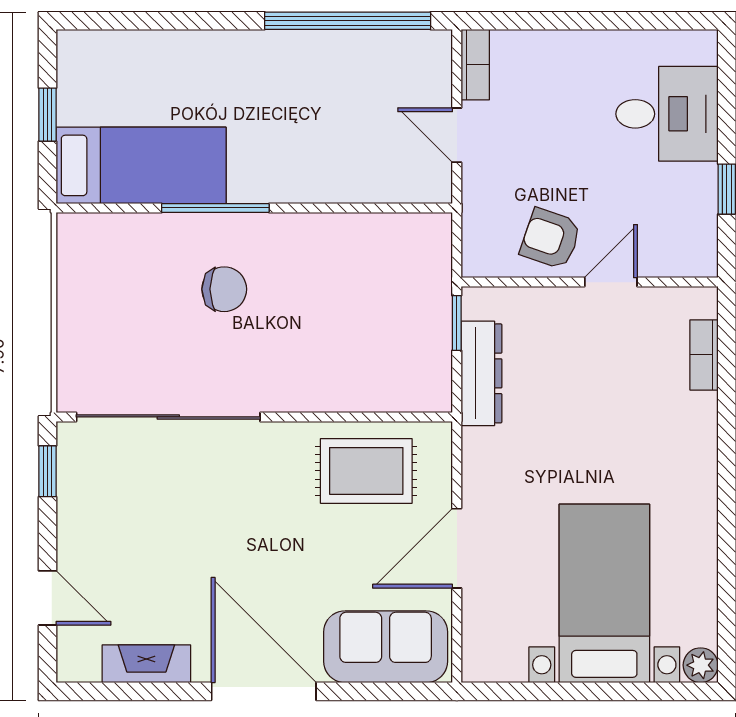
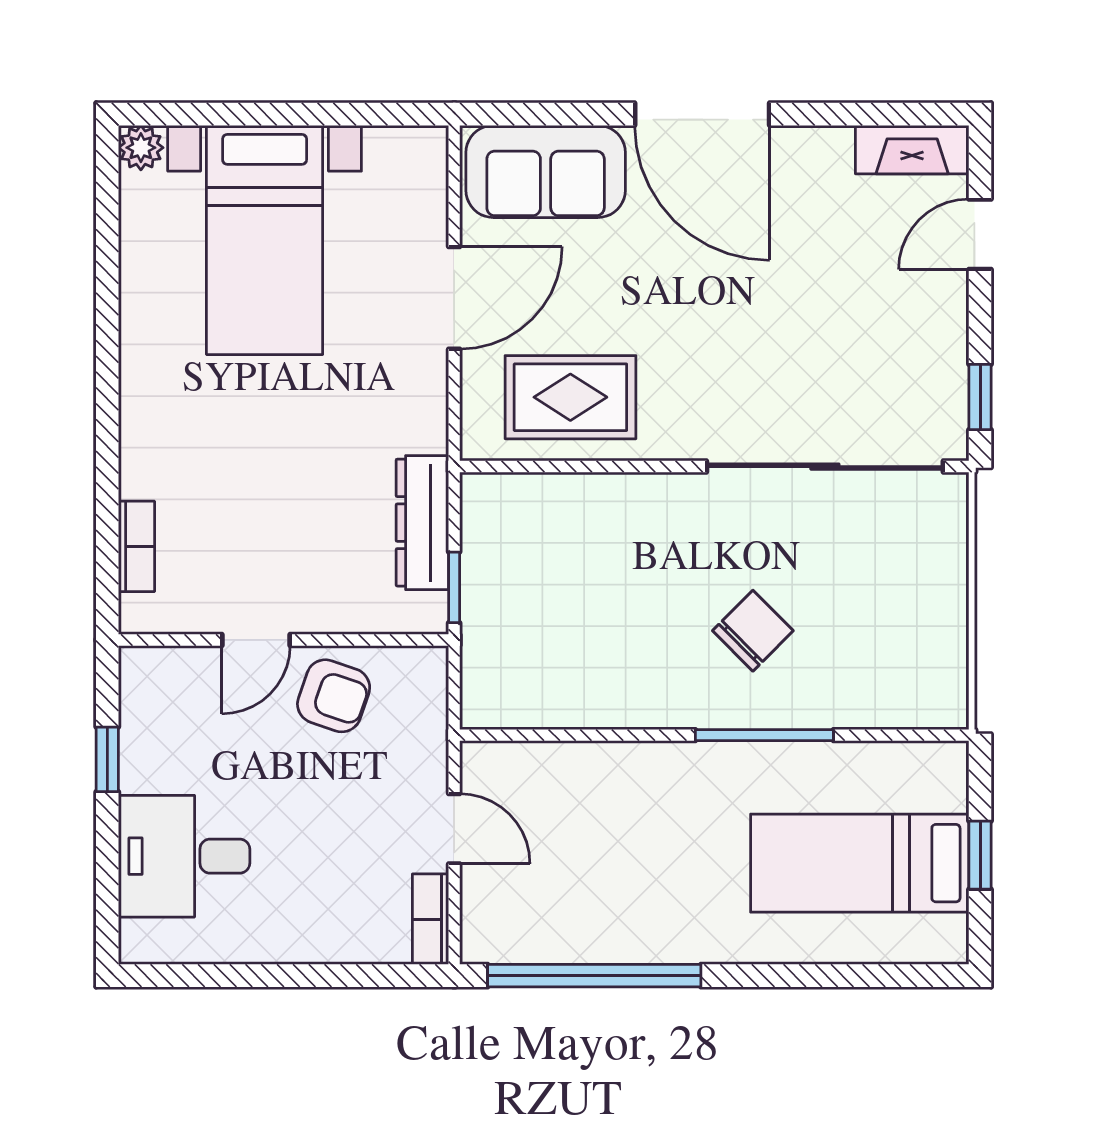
bed: (141, 165) -> (860, 863), moved
chair: (224, 289) -> (753, 631), turned 135
door: (47, 598) -> (980, 234), hinge flipped
fireplace: (146, 664) -> (912, 150), moved

